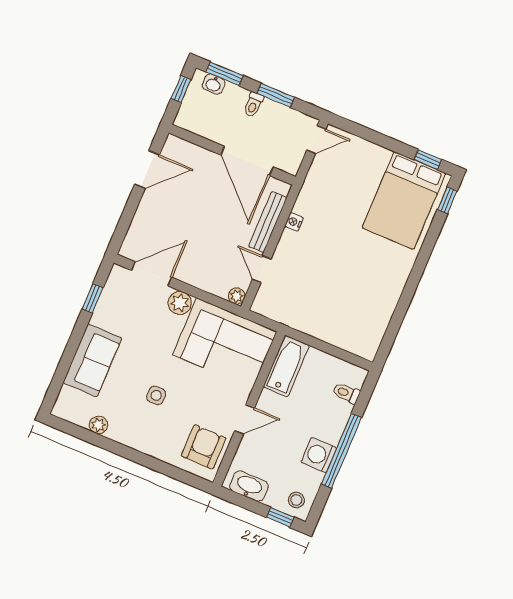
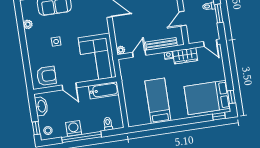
door: (247, 161) -> (183, 19), width x0.53
wardrobe: (312, 195) -> (185, 56), added
bed: (359, 286) -> (158, 101), added
plant: (180, 303) -> (103, 27), removed

